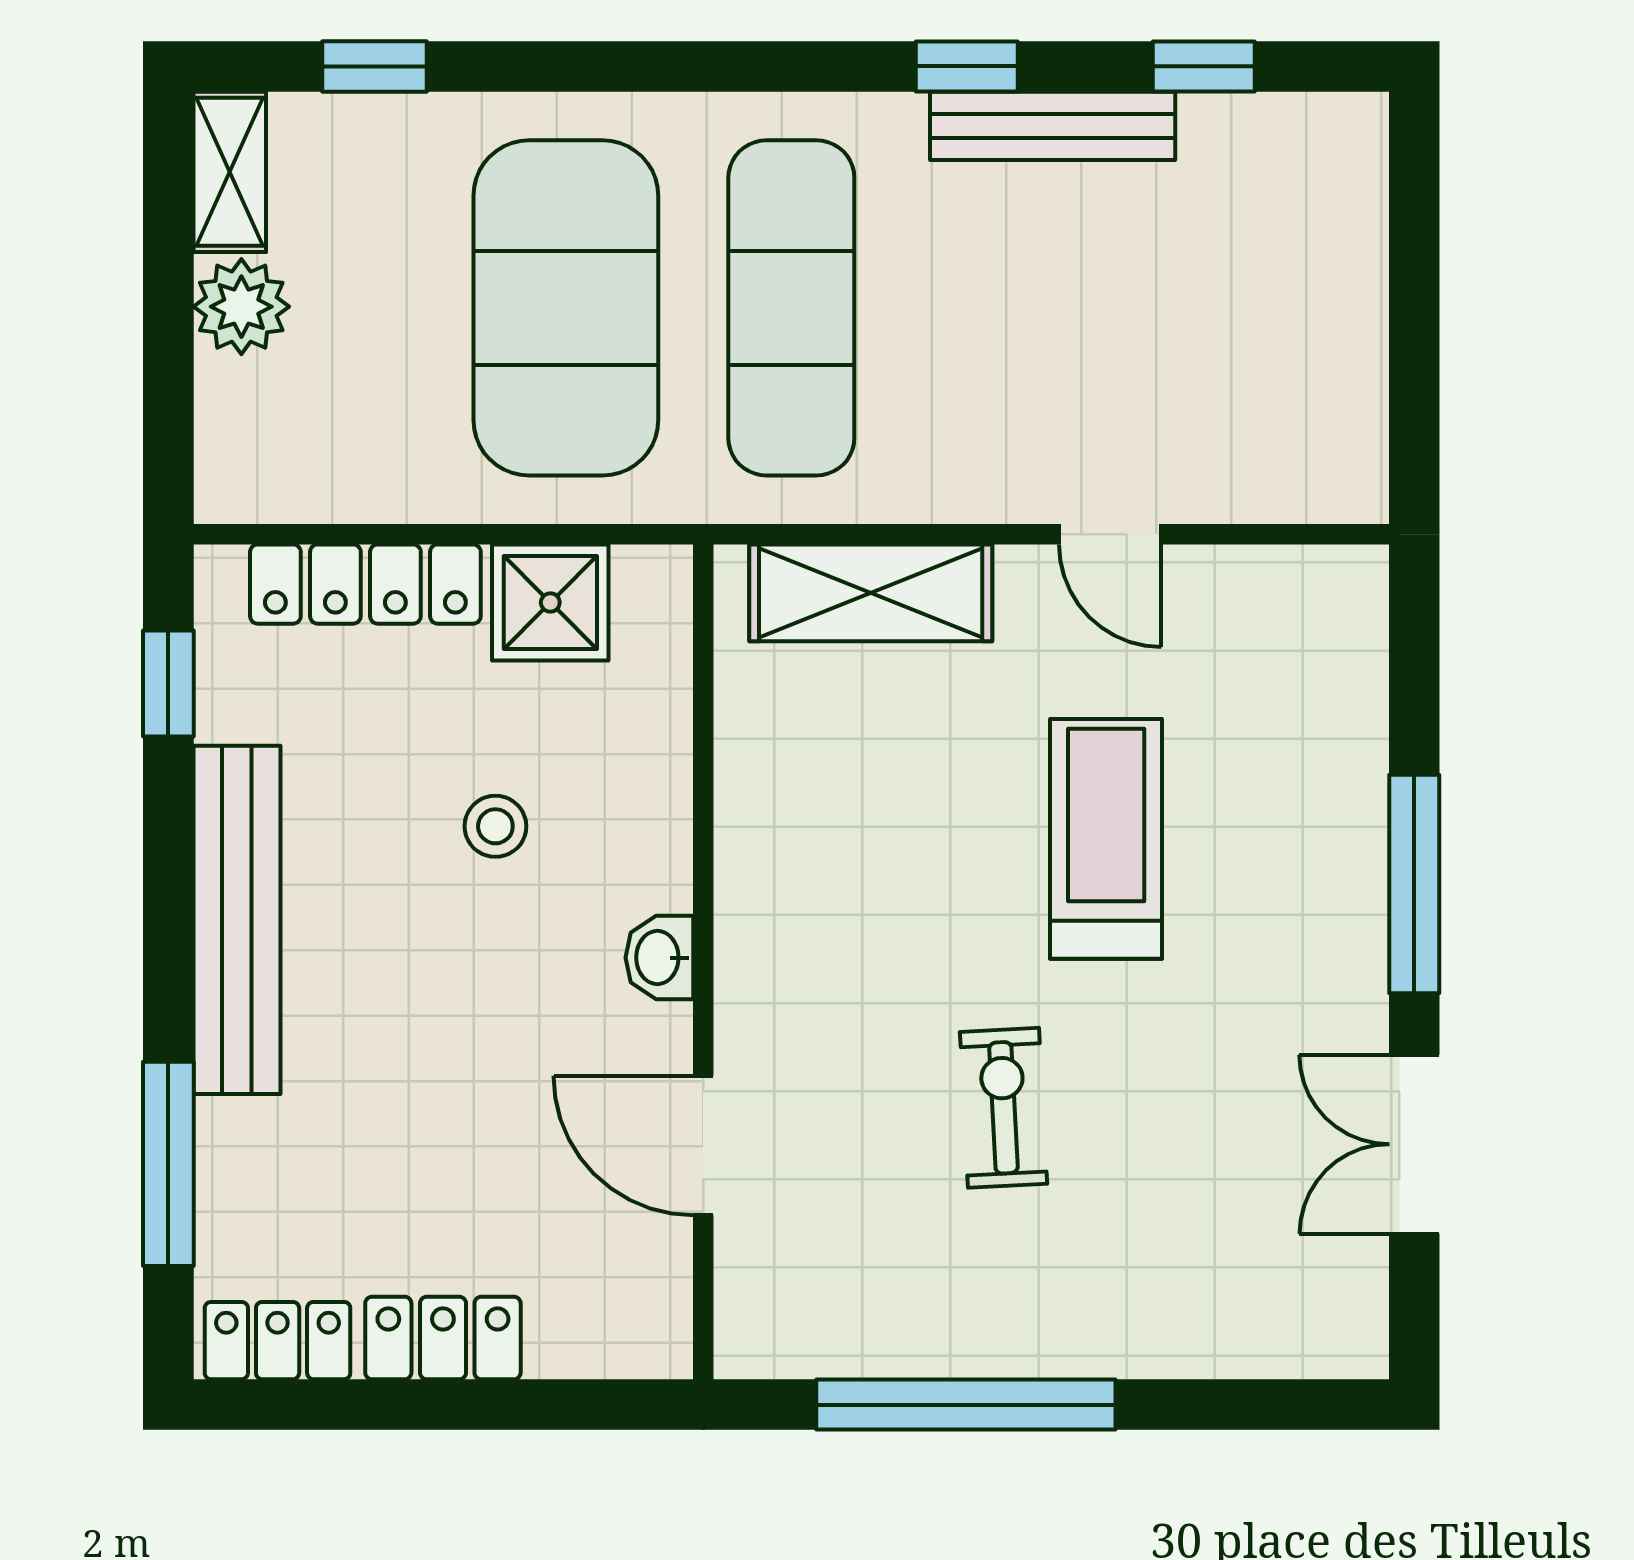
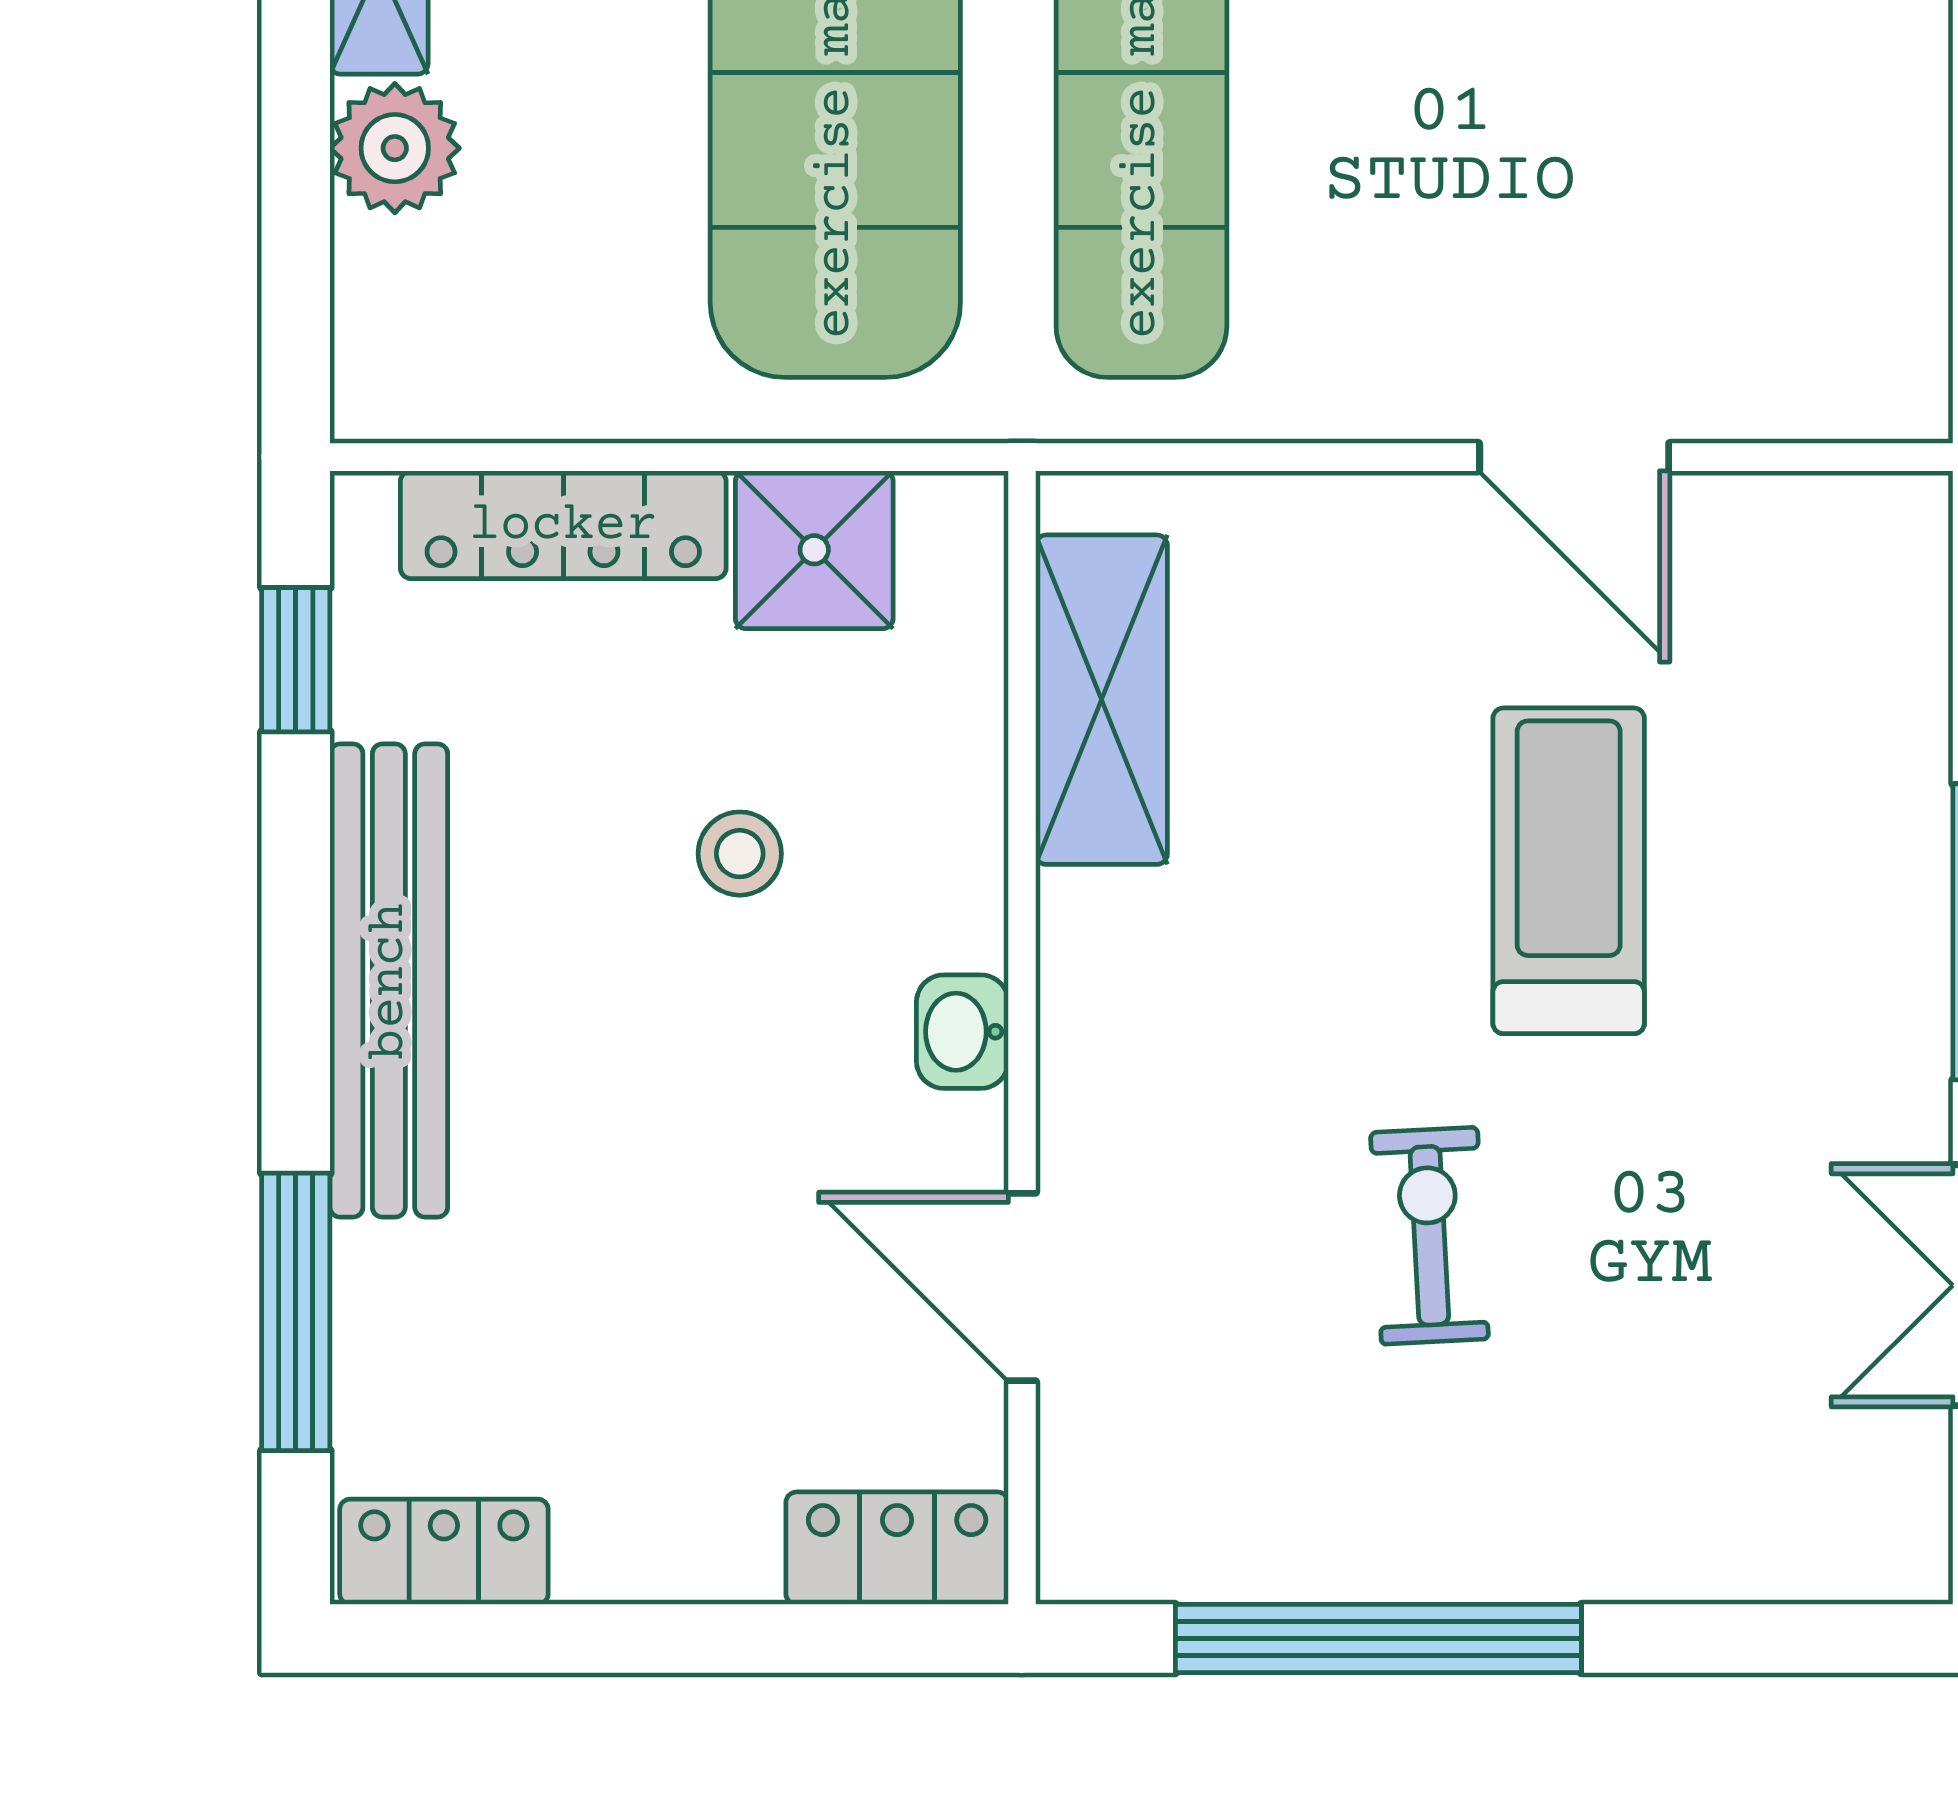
door: (1110, 534) -> (1574, 457), width x1.38
shelving: (871, 593) -> (1101, 700), moved, turned 90
locker: (443, 1338) -> (897, 1548), moved

